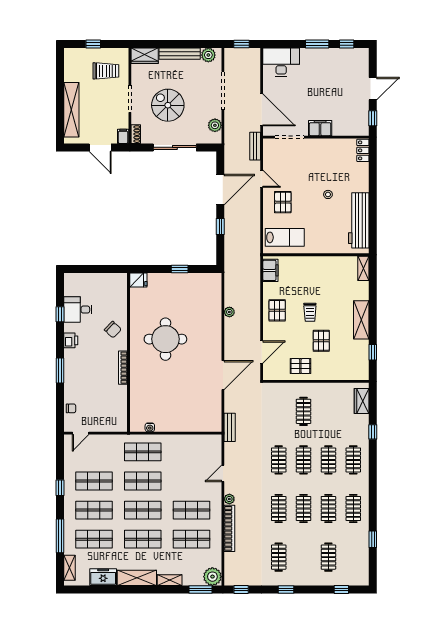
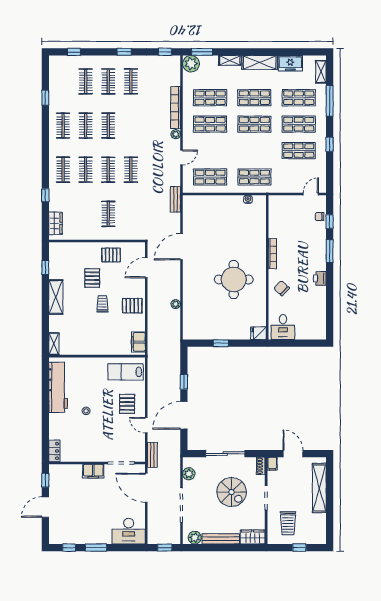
trolley: (106, 71) -> (288, 523), turned -90
desk: (78, 310) -> (283, 327), moved, turned 90
pallet: (277, 310) -> (132, 306), turned 90
window: (60, 314) -> (330, 222), moved
shop shelf: (143, 481) -> (210, 177), moved
clothes rail: (279, 509) -> (108, 81), moved

